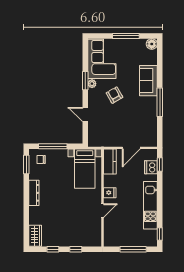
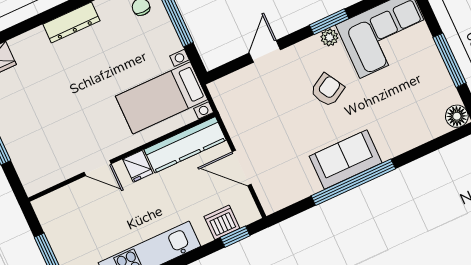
sofa: (148, 81) -> (346, 160), moved
window: (160, 102) -> (353, 182), width x1.46
kitchen counter: (110, 162) -> (185, 145), width x1.50

